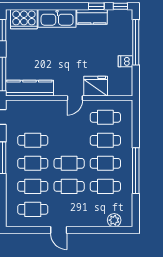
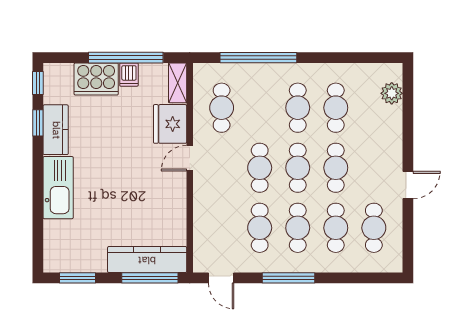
cooker: (24, 19) -> (96, 79), moved, turned 90
window: (136, 42) -> (126, 58), moved
kitchen counter: (29, 88) -> (147, 260), moved, turned 90
shelving: (120, 91) -> (178, 83), added
door: (75, 98) -> (190, 158), swing flipped
cafe table: (105, 140) -> (260, 168), moved
window: (136, 171) -> (258, 58), moved

